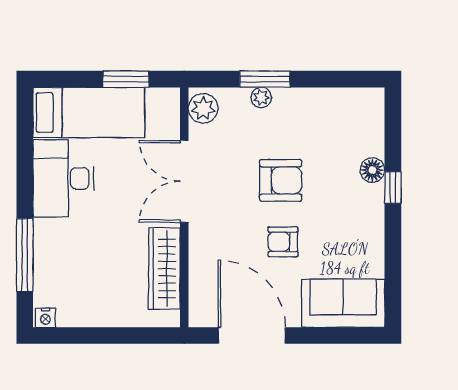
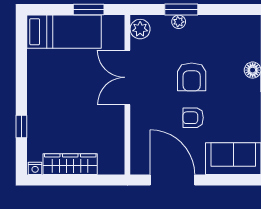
desk: (63, 178) -> (47, 76), removed
armchair: (281, 180) -> (192, 77), turned 90
window: (25, 255) -> (21, 126), width x0.46
wardrobe: (164, 269) -> (70, 164), moved, turned 90

